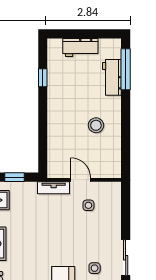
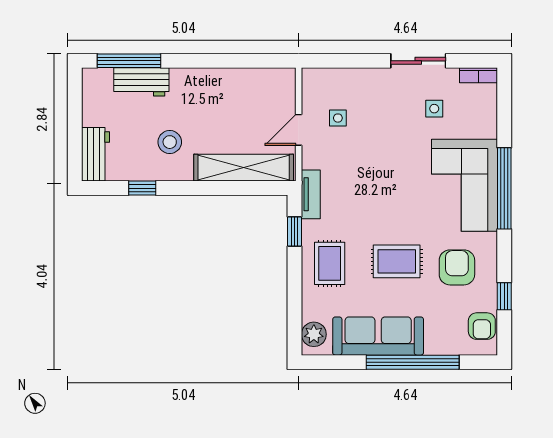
workbench: (80, 47) -> (95, 154), moved
stool: (96, 125) -> (170, 142), moved
shelving: (56, 144) -> (244, 168), added
tv unit: (54, 188) -> (311, 194), moved

